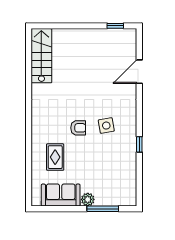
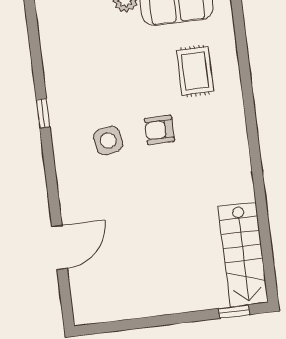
window: (115, 26) -> (234, 312), moved

